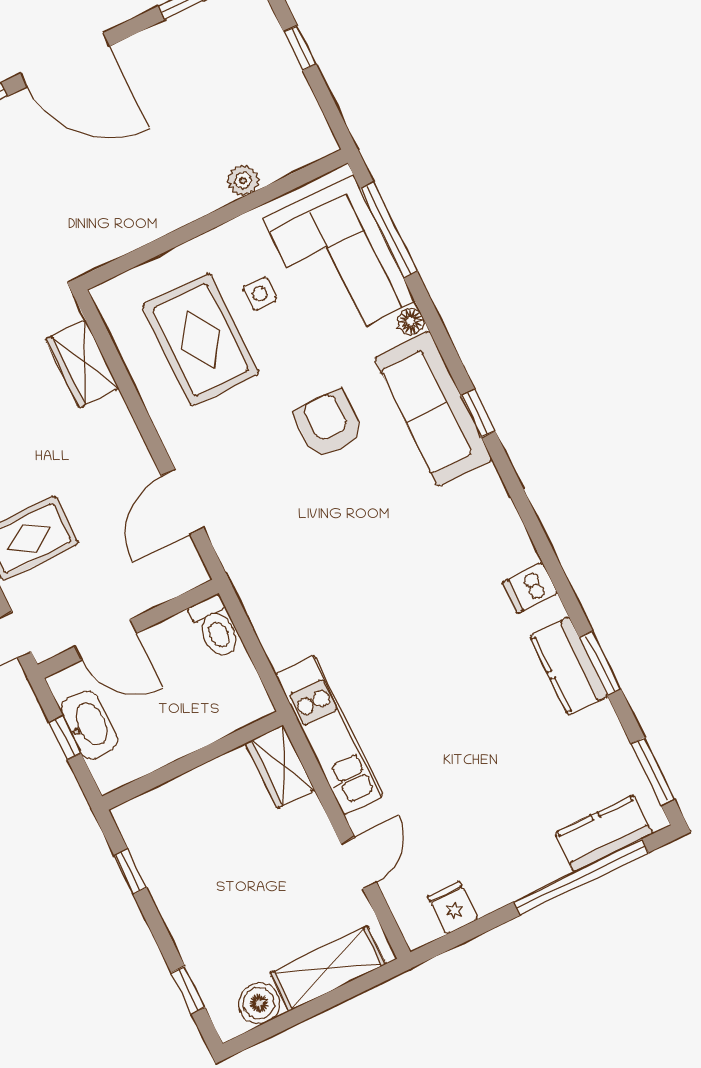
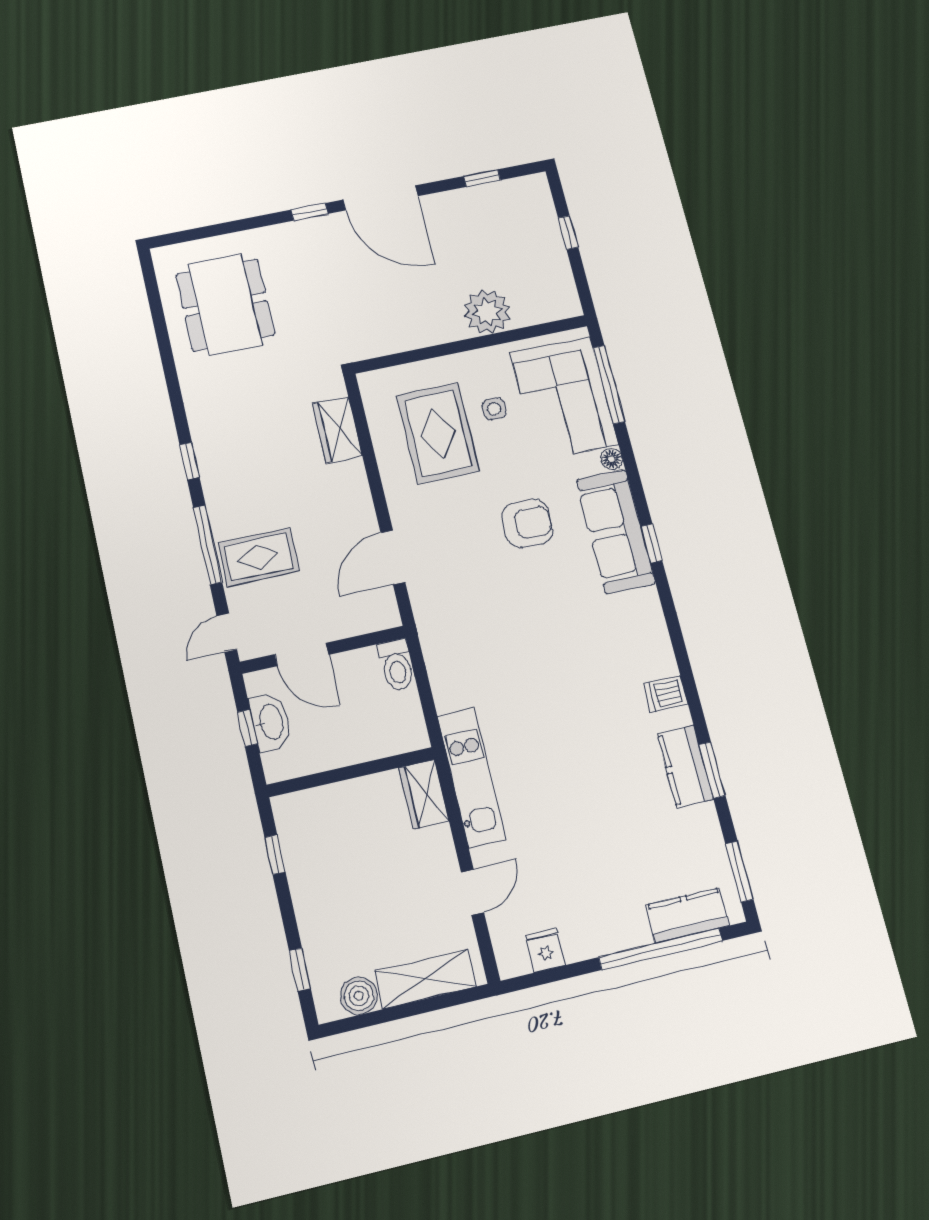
plant: (243, 180) -> (487, 312), width x1.88, depth x1.88
armchair: (329, 424) -> (527, 523), turned 92

